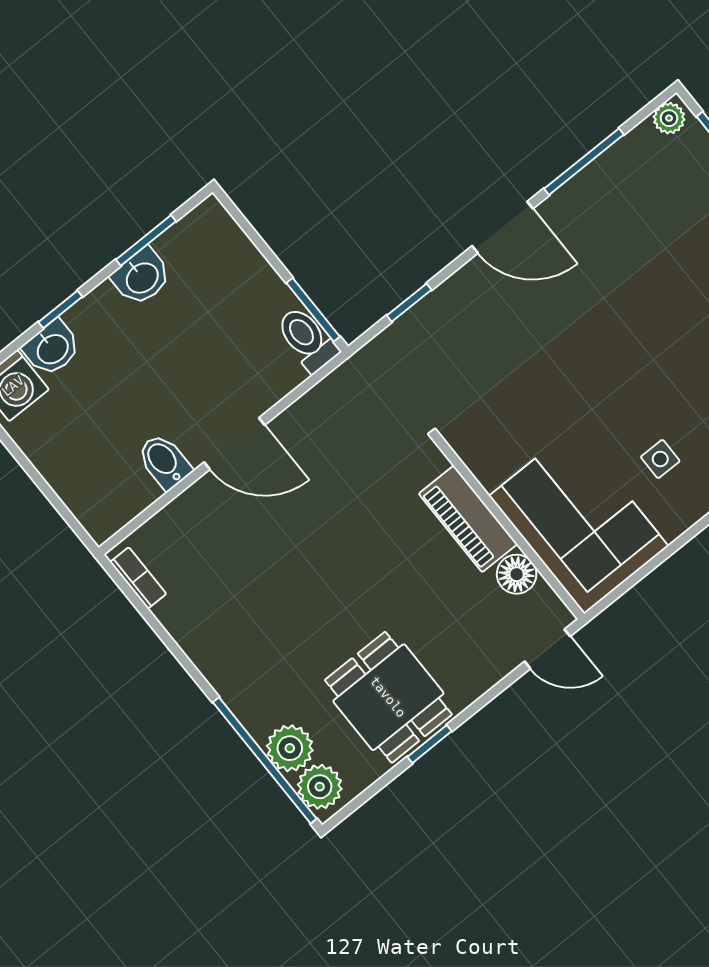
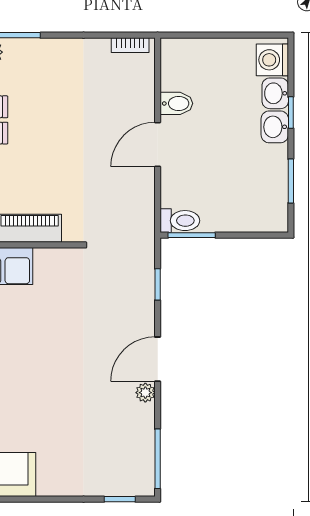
plant: (669, 118) -> (145, 393), moved
window: (584, 162) -> (158, 459), moved
washbasin: (141, 277) -> (275, 127), moved

